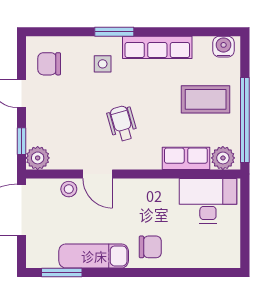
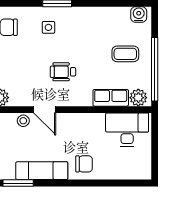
row of seats: (157, 47) -> (89, 15), removed
coffee table: (206, 99) -> (125, 54), width x0.73, depth x0.77
wheelchair: (122, 123) -> (63, 72), turned -74

